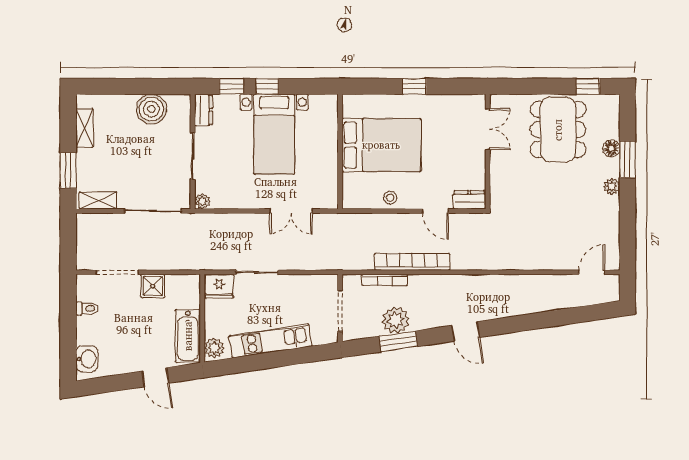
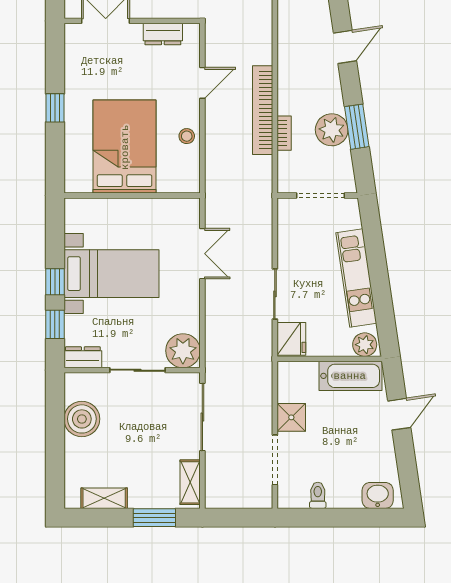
dresser: (469, 200) -> (163, 34), moved, turned -90
plant: (202, 201) -> (183, 351), width x1.87, depth x1.87
bookcase: (385, 280) -> (284, 133), width x0.64

